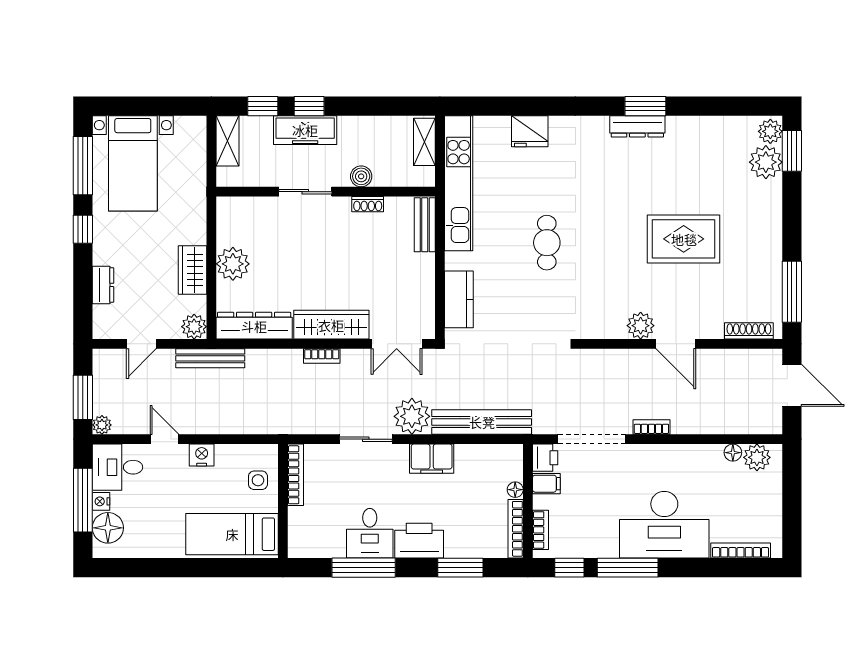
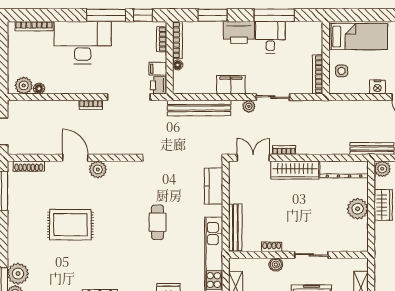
bench: (425, 225) -> (235, 227), width x1.36
bookcase: (322, 356) -> (284, 150), moved
plant: (412, 416) -> (249, 106), width x0.53, depth x0.53

